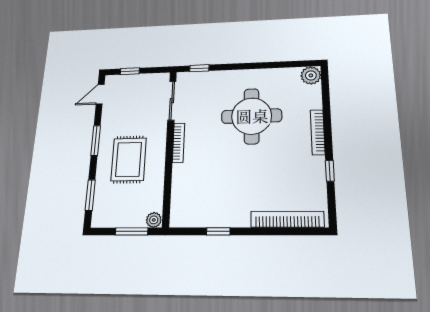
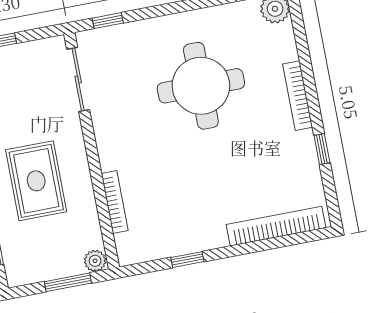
bookcase: (178, 143) -> (115, 202), moved

